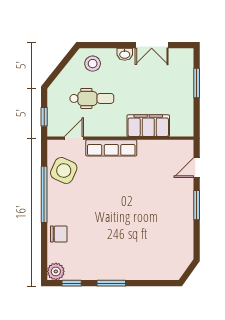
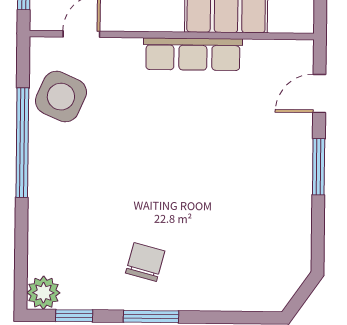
row of seats: (111, 148) -> (193, 54), moved
chair: (59, 234) -> (145, 262), moved, turned -75

